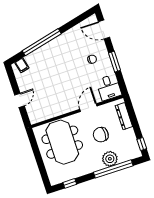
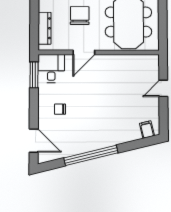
window: (42, 42) -> (91, 155), moved
window: (114, 62) -> (34, 75), moved
chair: (101, 135) -> (80, 16), turned -90

